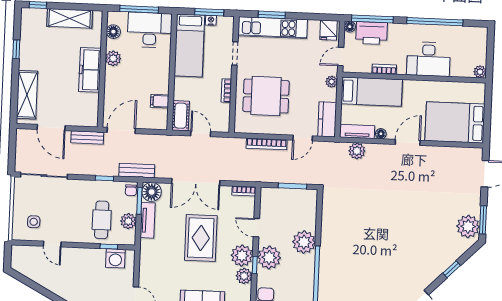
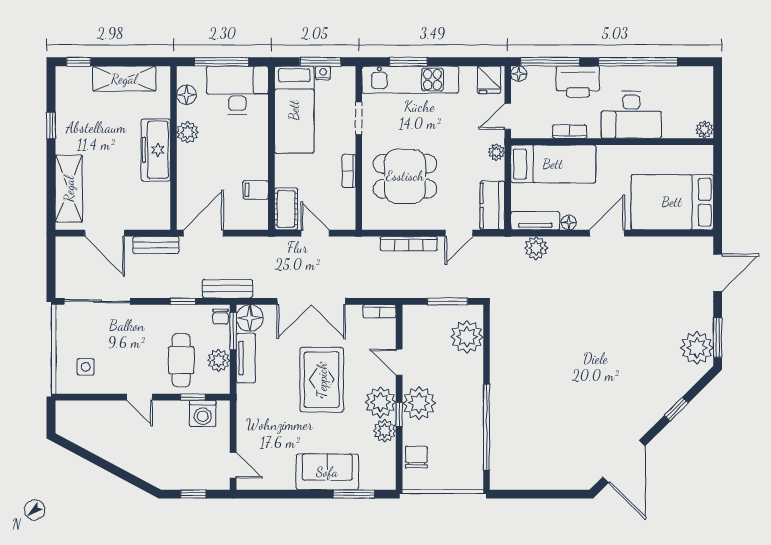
printer: (372, 33) -> (578, 82), moved
plant: (304, 242) -> (467, 337), moved
door: (52, 244) -> (140, 397), moved

